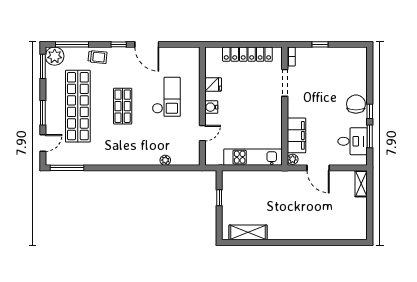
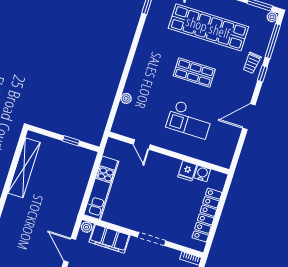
window: (119, 44) -> (262, 74), moved
plant: (55, 56) -> (272, 17), width x0.53, depth x0.53
doorway: (285, 83) -> (152, 239), moved
water cooler: (211, 107) -> (202, 173), moved
door: (318, 168) -> (70, 250), hinge flipped
shelving: (248, 232) -> (24, 168), width x1.47

